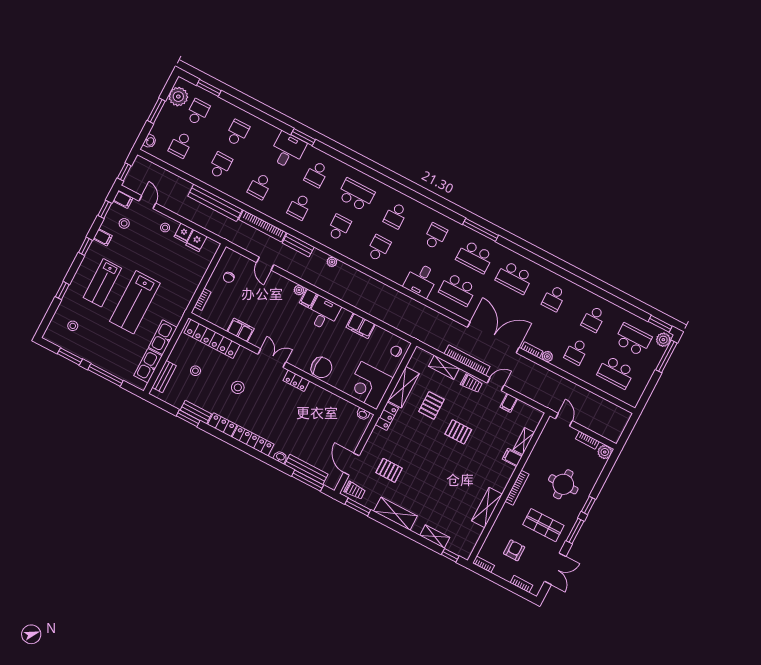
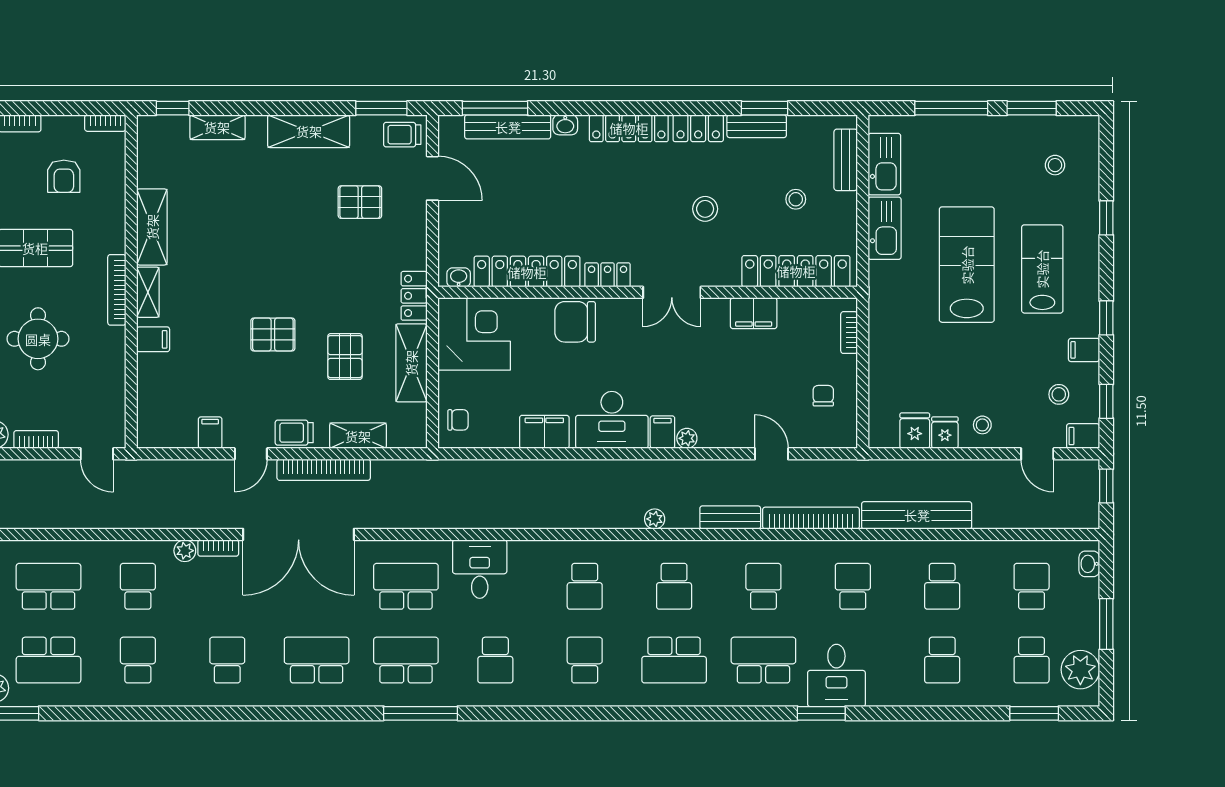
school desk: (316, 174) -> (763, 660), width x1.85
desk: (324, 313) -> (612, 420), width x1.37
locker: (331, 401) -> (527, 272), added
shelving: (524, 441) -> (148, 292), moved

